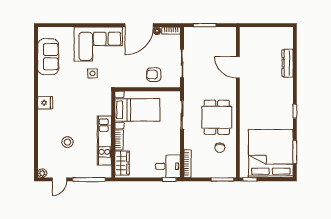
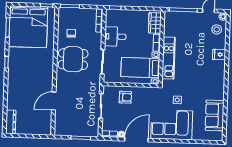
dresser: (288, 63) -> (11, 122), moved
door: (238, 67) -> (54, 101), swing flipped
fridge: (45, 103) -> (219, 55), moved
dining table: (217, 117) -> (73, 59), turned 90
kitchen unit: (104, 140) -> (169, 58), moved
stool: (67, 142) -> (217, 29), moved
desk: (168, 166) -> (115, 37), moved

